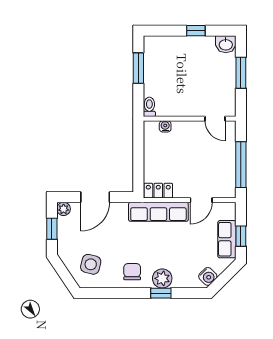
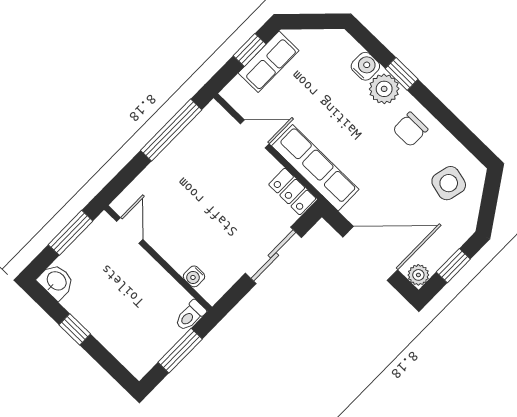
toilet: (149, 107) -> (190, 316), moved
wall: (190, 119) -> (158, 258), moved
door: (215, 119) -> (130, 230), moved
water cooler: (165, 126) -> (194, 276), moved
sliding door: (138, 153) -> (273, 255), added
door: (95, 197) -> (370, 253), width x1.36
water cooler: (208, 276) -> (365, 66), moved, turned 45

